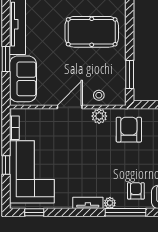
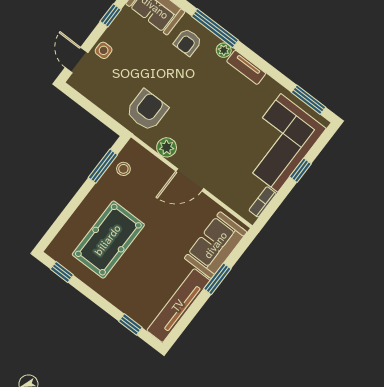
pool table: (92, 32) -> (108, 240), turned 90
stool: (99, 95) -> (123, 169), moved
armchair: (129, 130) -> (147, 110), turned 180
window: (34, 212) -> (309, 100), width x1.50

